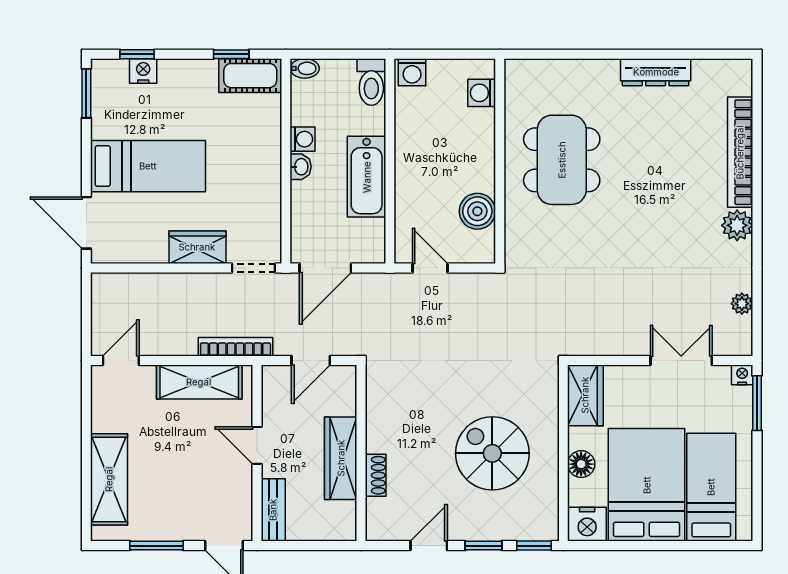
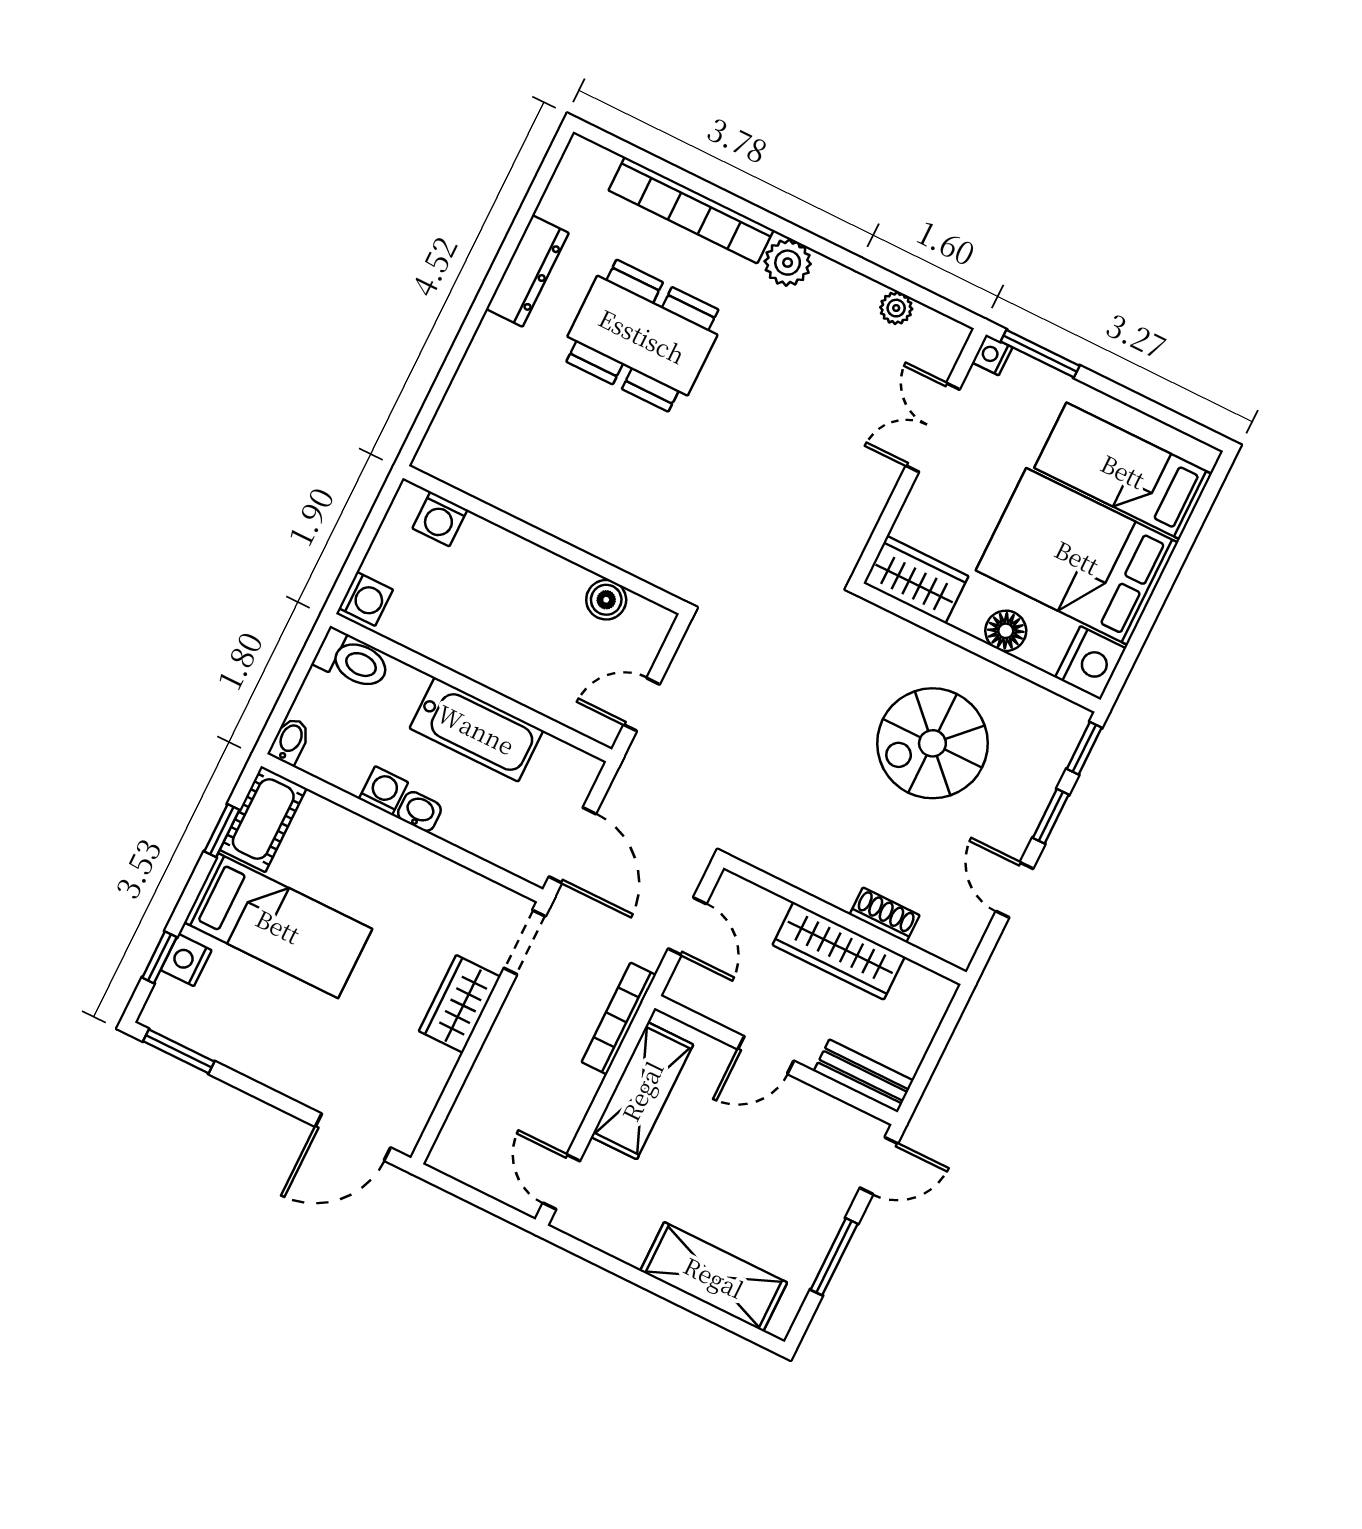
dining table: (562, 160) -> (642, 336), moved
bed: (148, 166) -> (278, 926), moved, turned 90
boiler: (477, 211) -> (606, 600), width x0.73, depth x0.73

